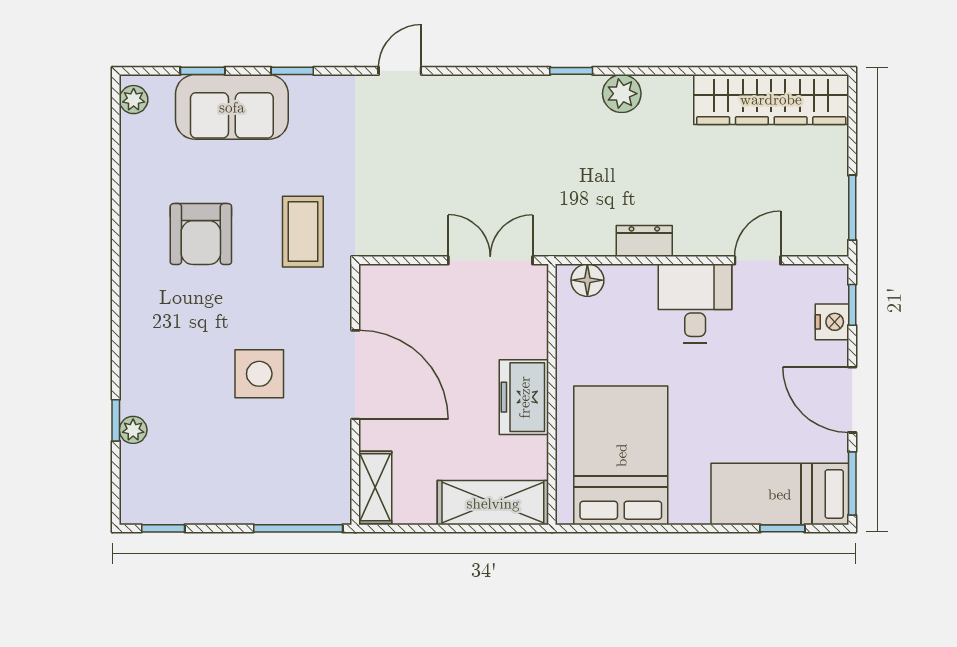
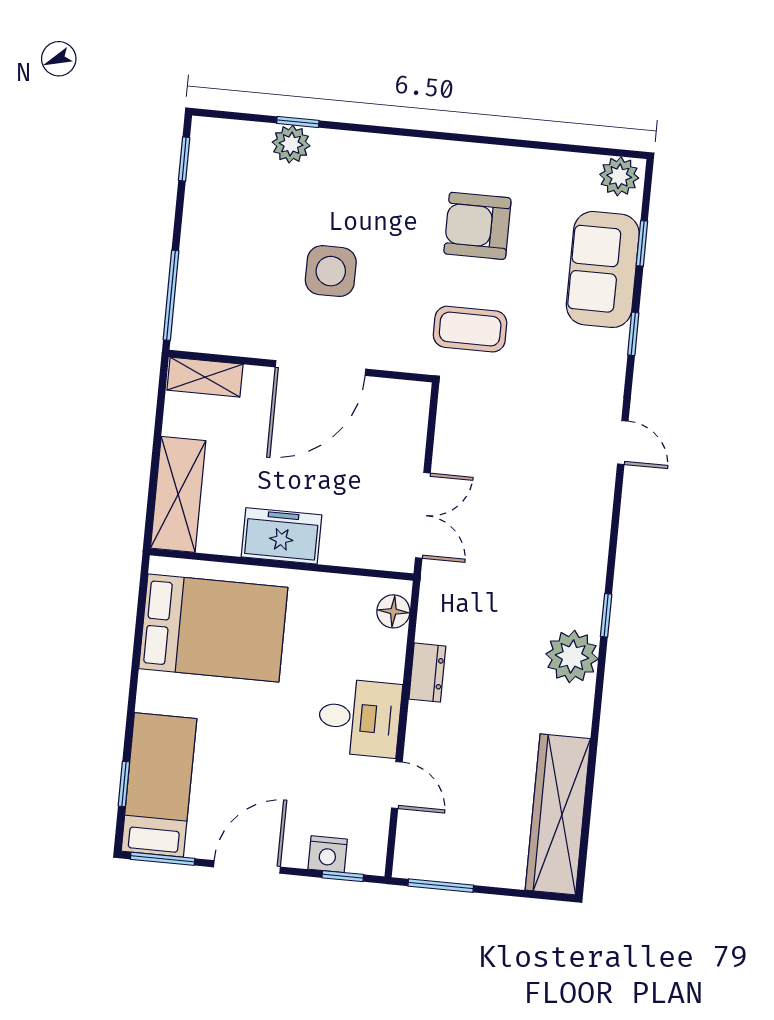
plant: (622, 94) -> (572, 657), width x1.36, depth x1.36
plant: (134, 100) -> (619, 176), width x1.38, depth x1.38
plant: (133, 430) -> (291, 144), width x1.38, depth x1.38

